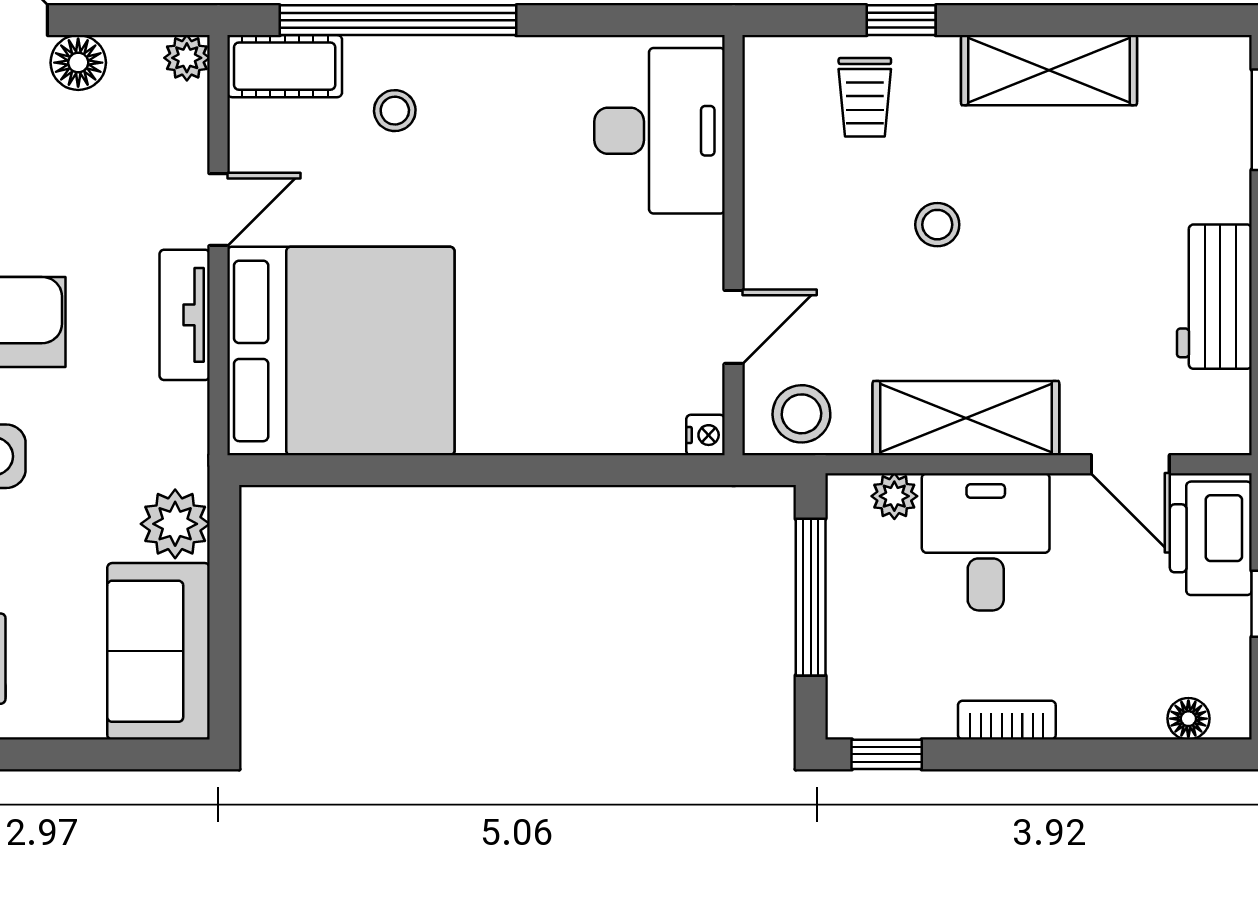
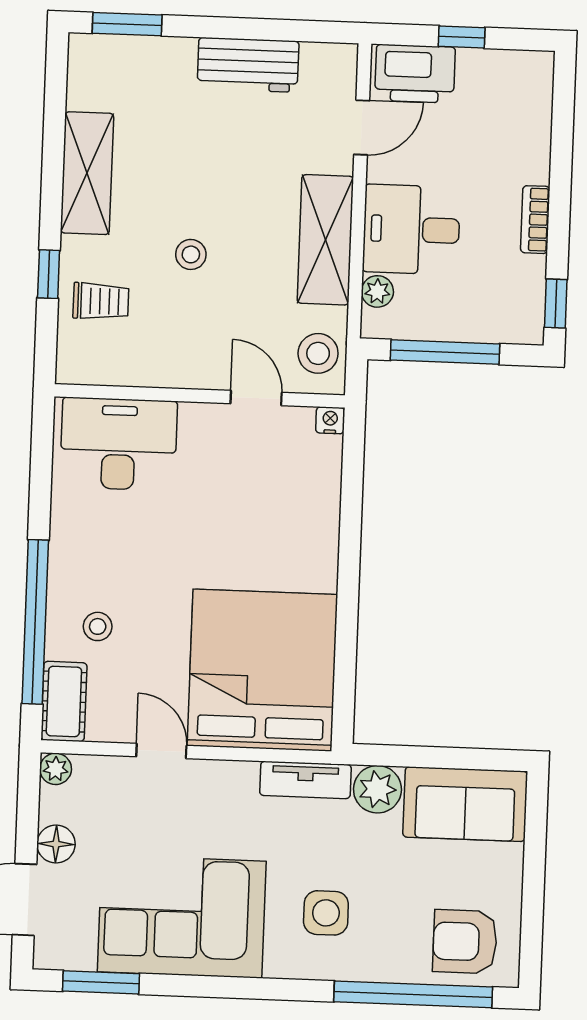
tv unit: (185, 315) -> (305, 780), moved
floor lamp: (1188, 719) -> (539, 94), removed

